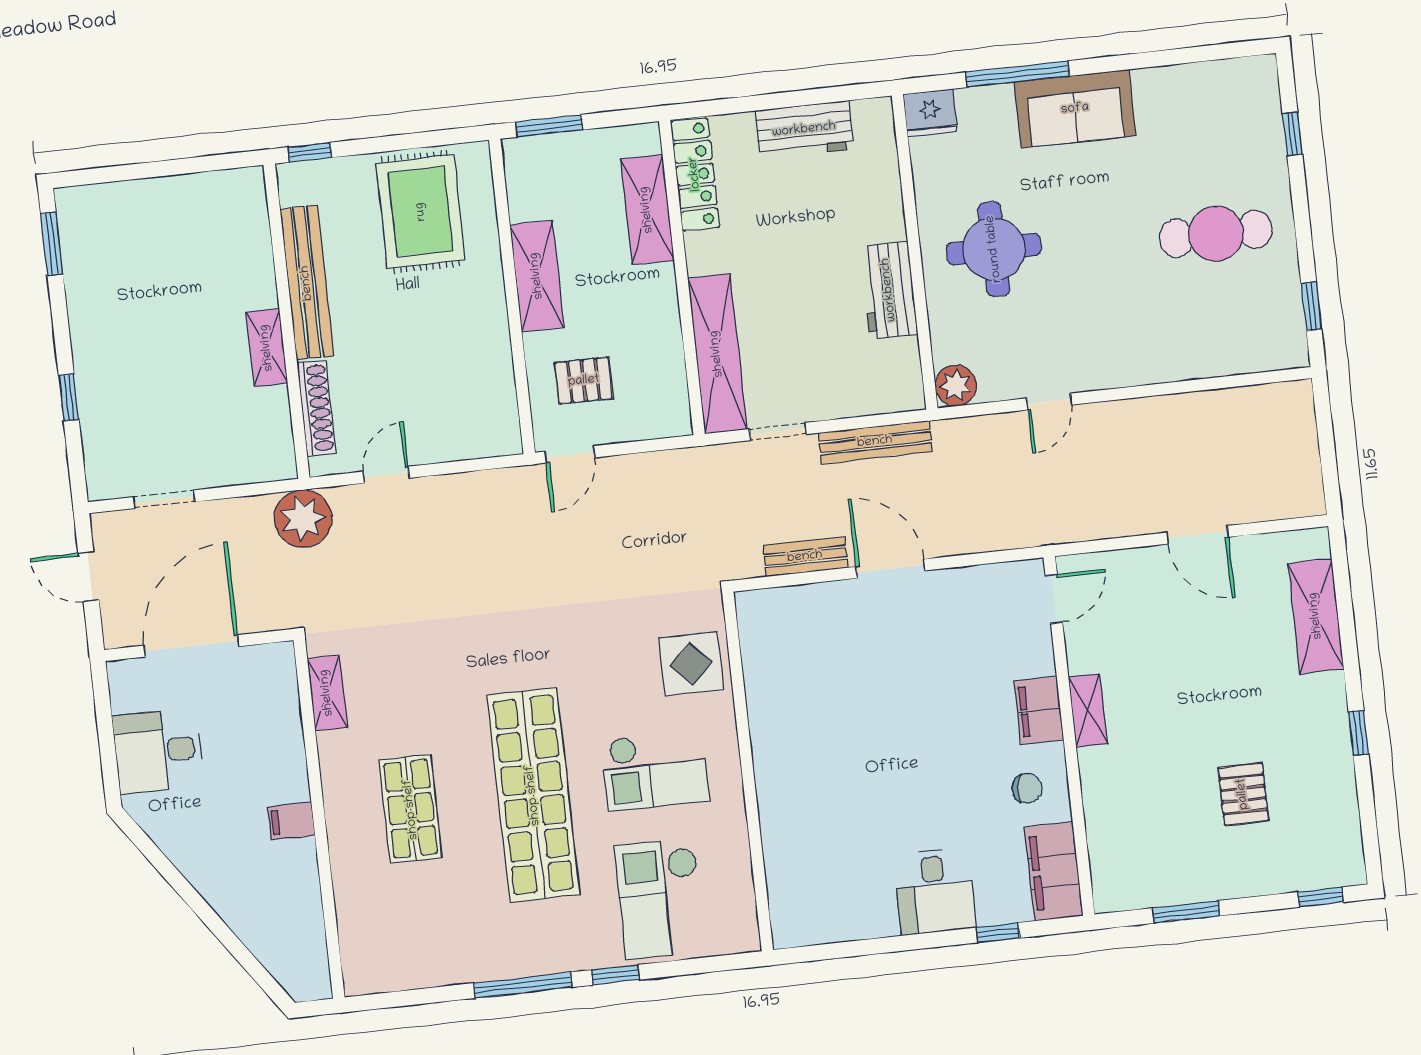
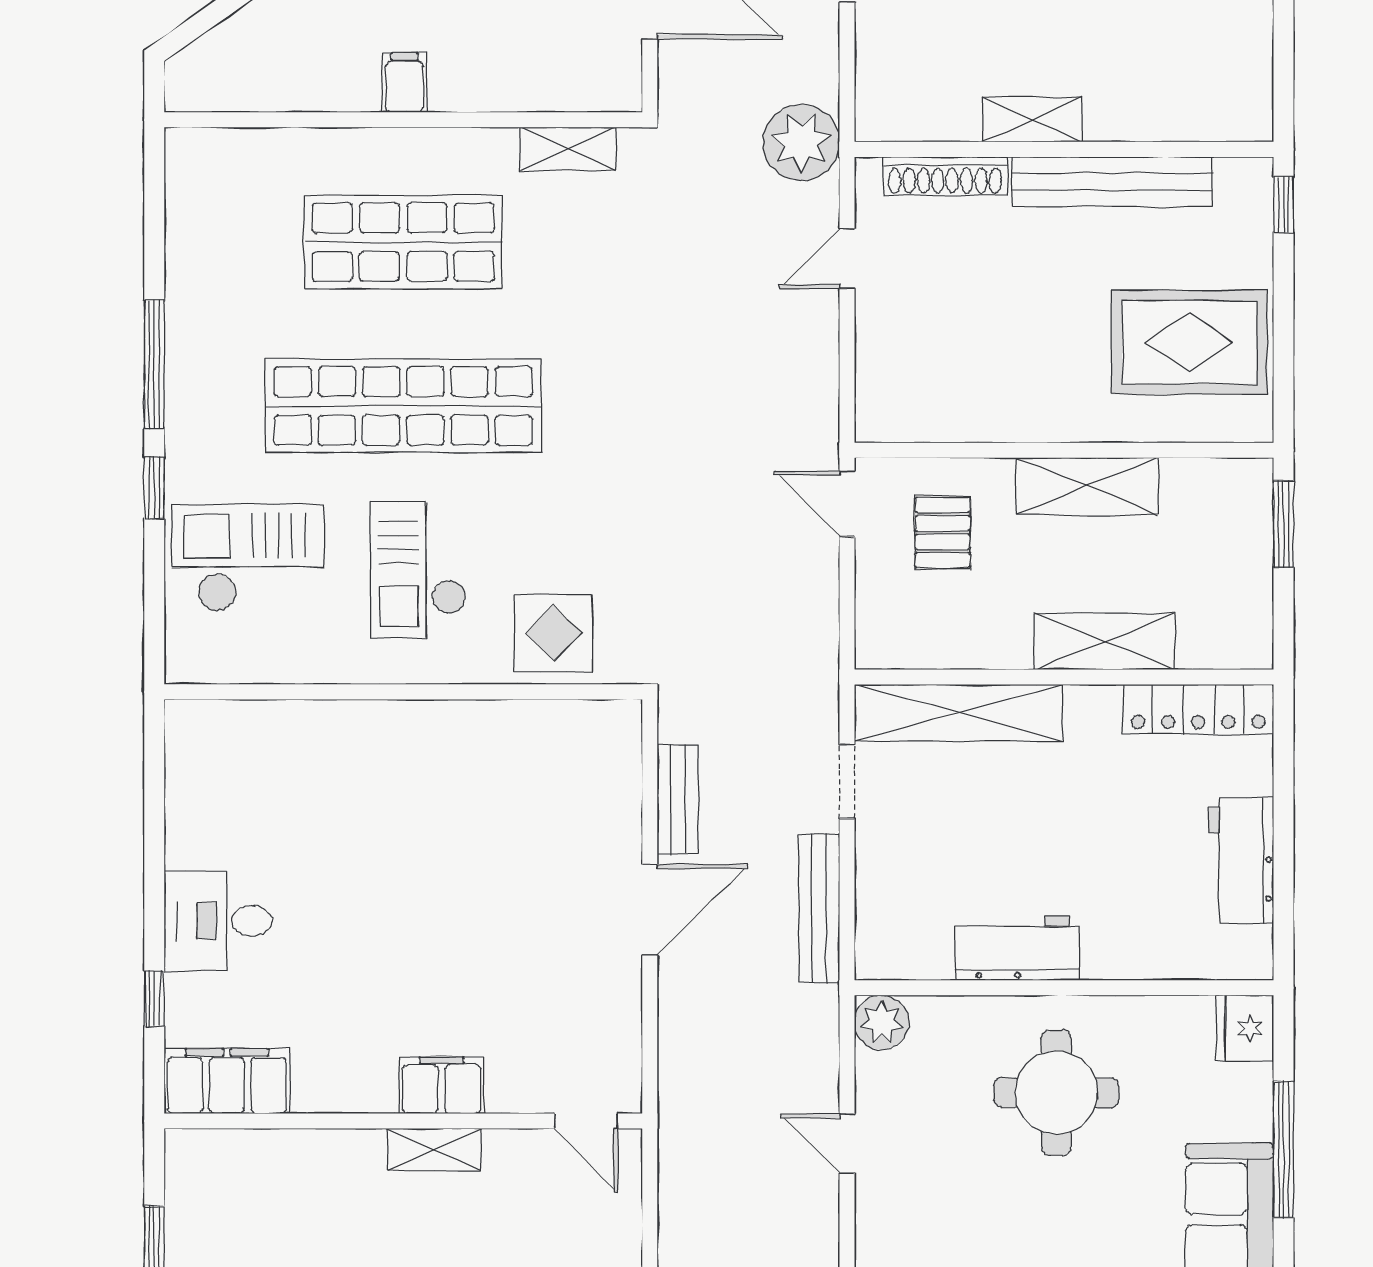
shelving: (647, 210) -> (1104, 641), moved
door: (386, 475) -> (847, 258), swing flipped
chair: (1027, 788) -> (340, 1058), removed
shop shelf: (411, 809) -> (403, 242), width x1.43, depth x1.36

